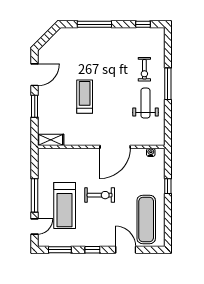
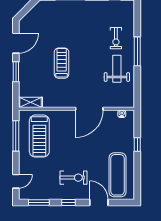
window: (35, 195) -> (16, 136), moved
exercise bike: (100, 195) -> (74, 178), moved
treadmill: (65, 205) -> (39, 136), moved

